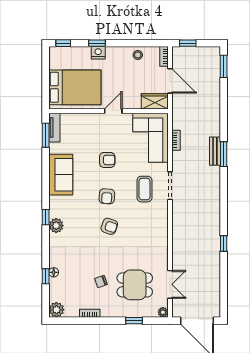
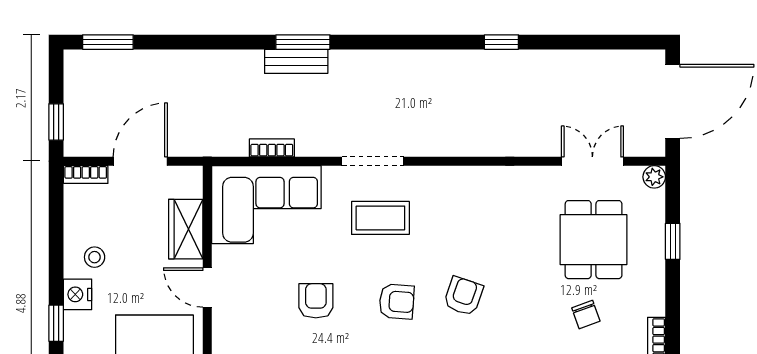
nightstand: (98, 53) -> (78, 294), moved
stool: (138, 55) -> (95, 257), moved
wardrobe: (155, 101) -> (186, 229), moved

